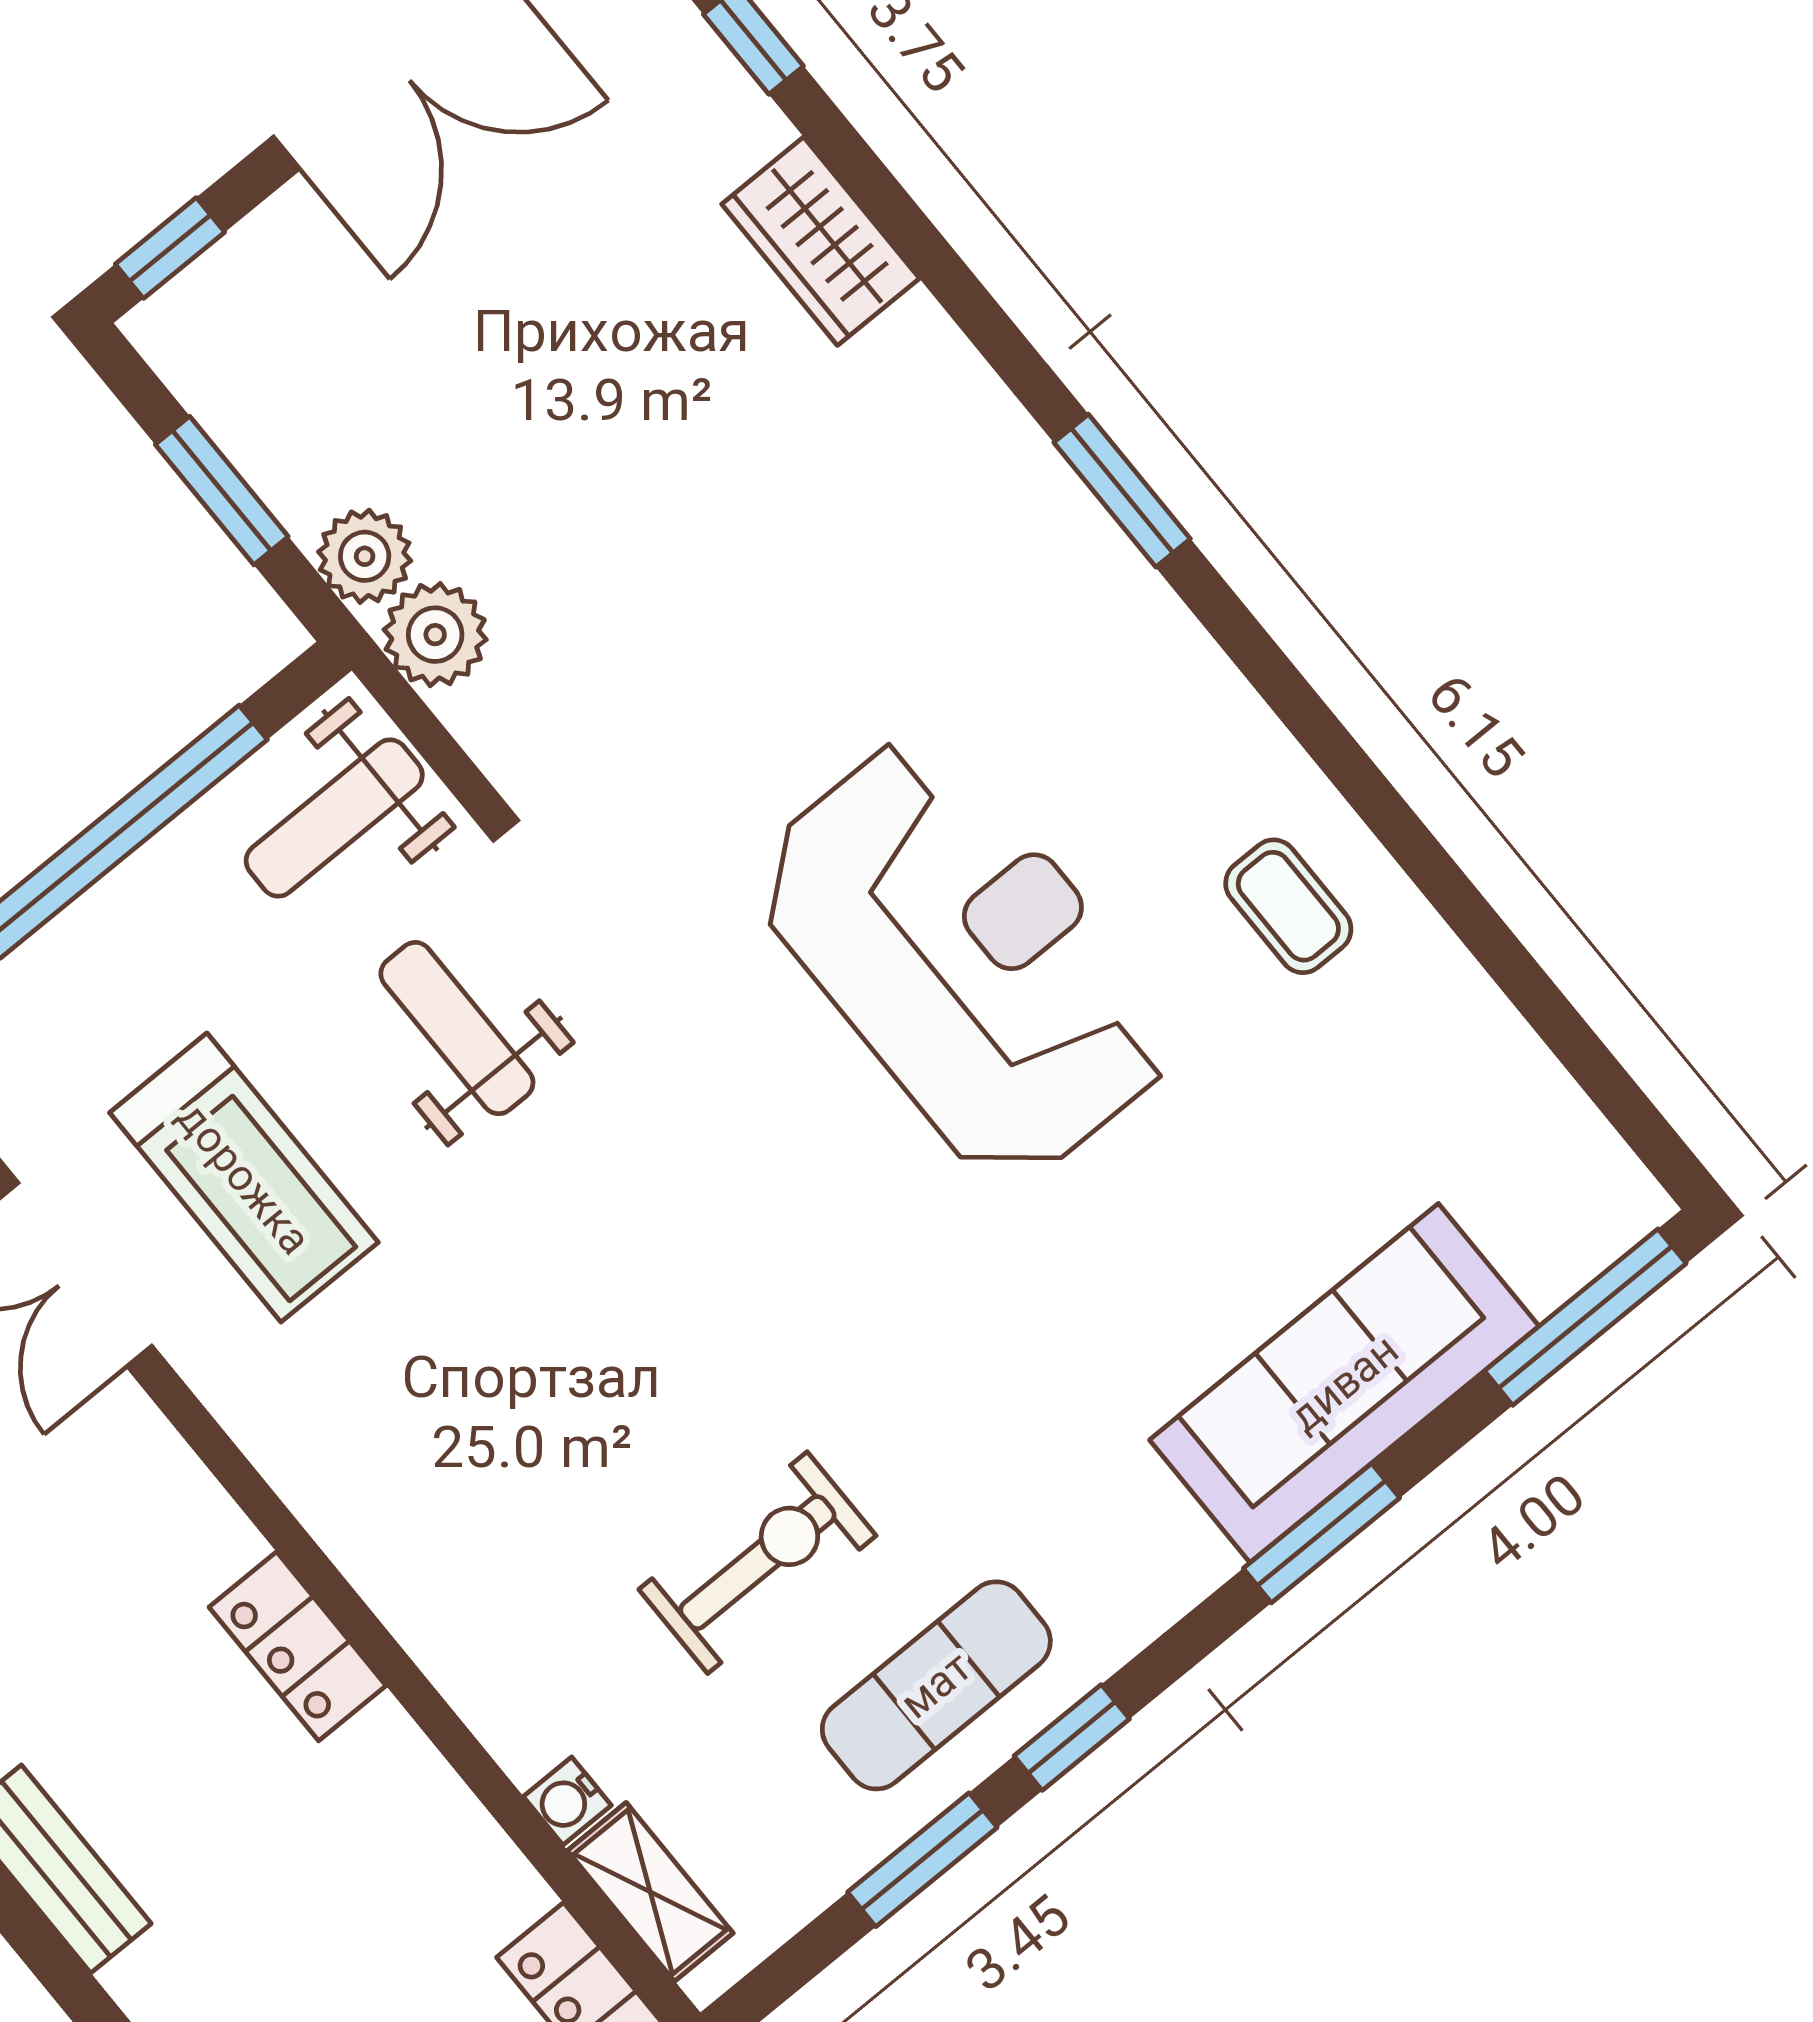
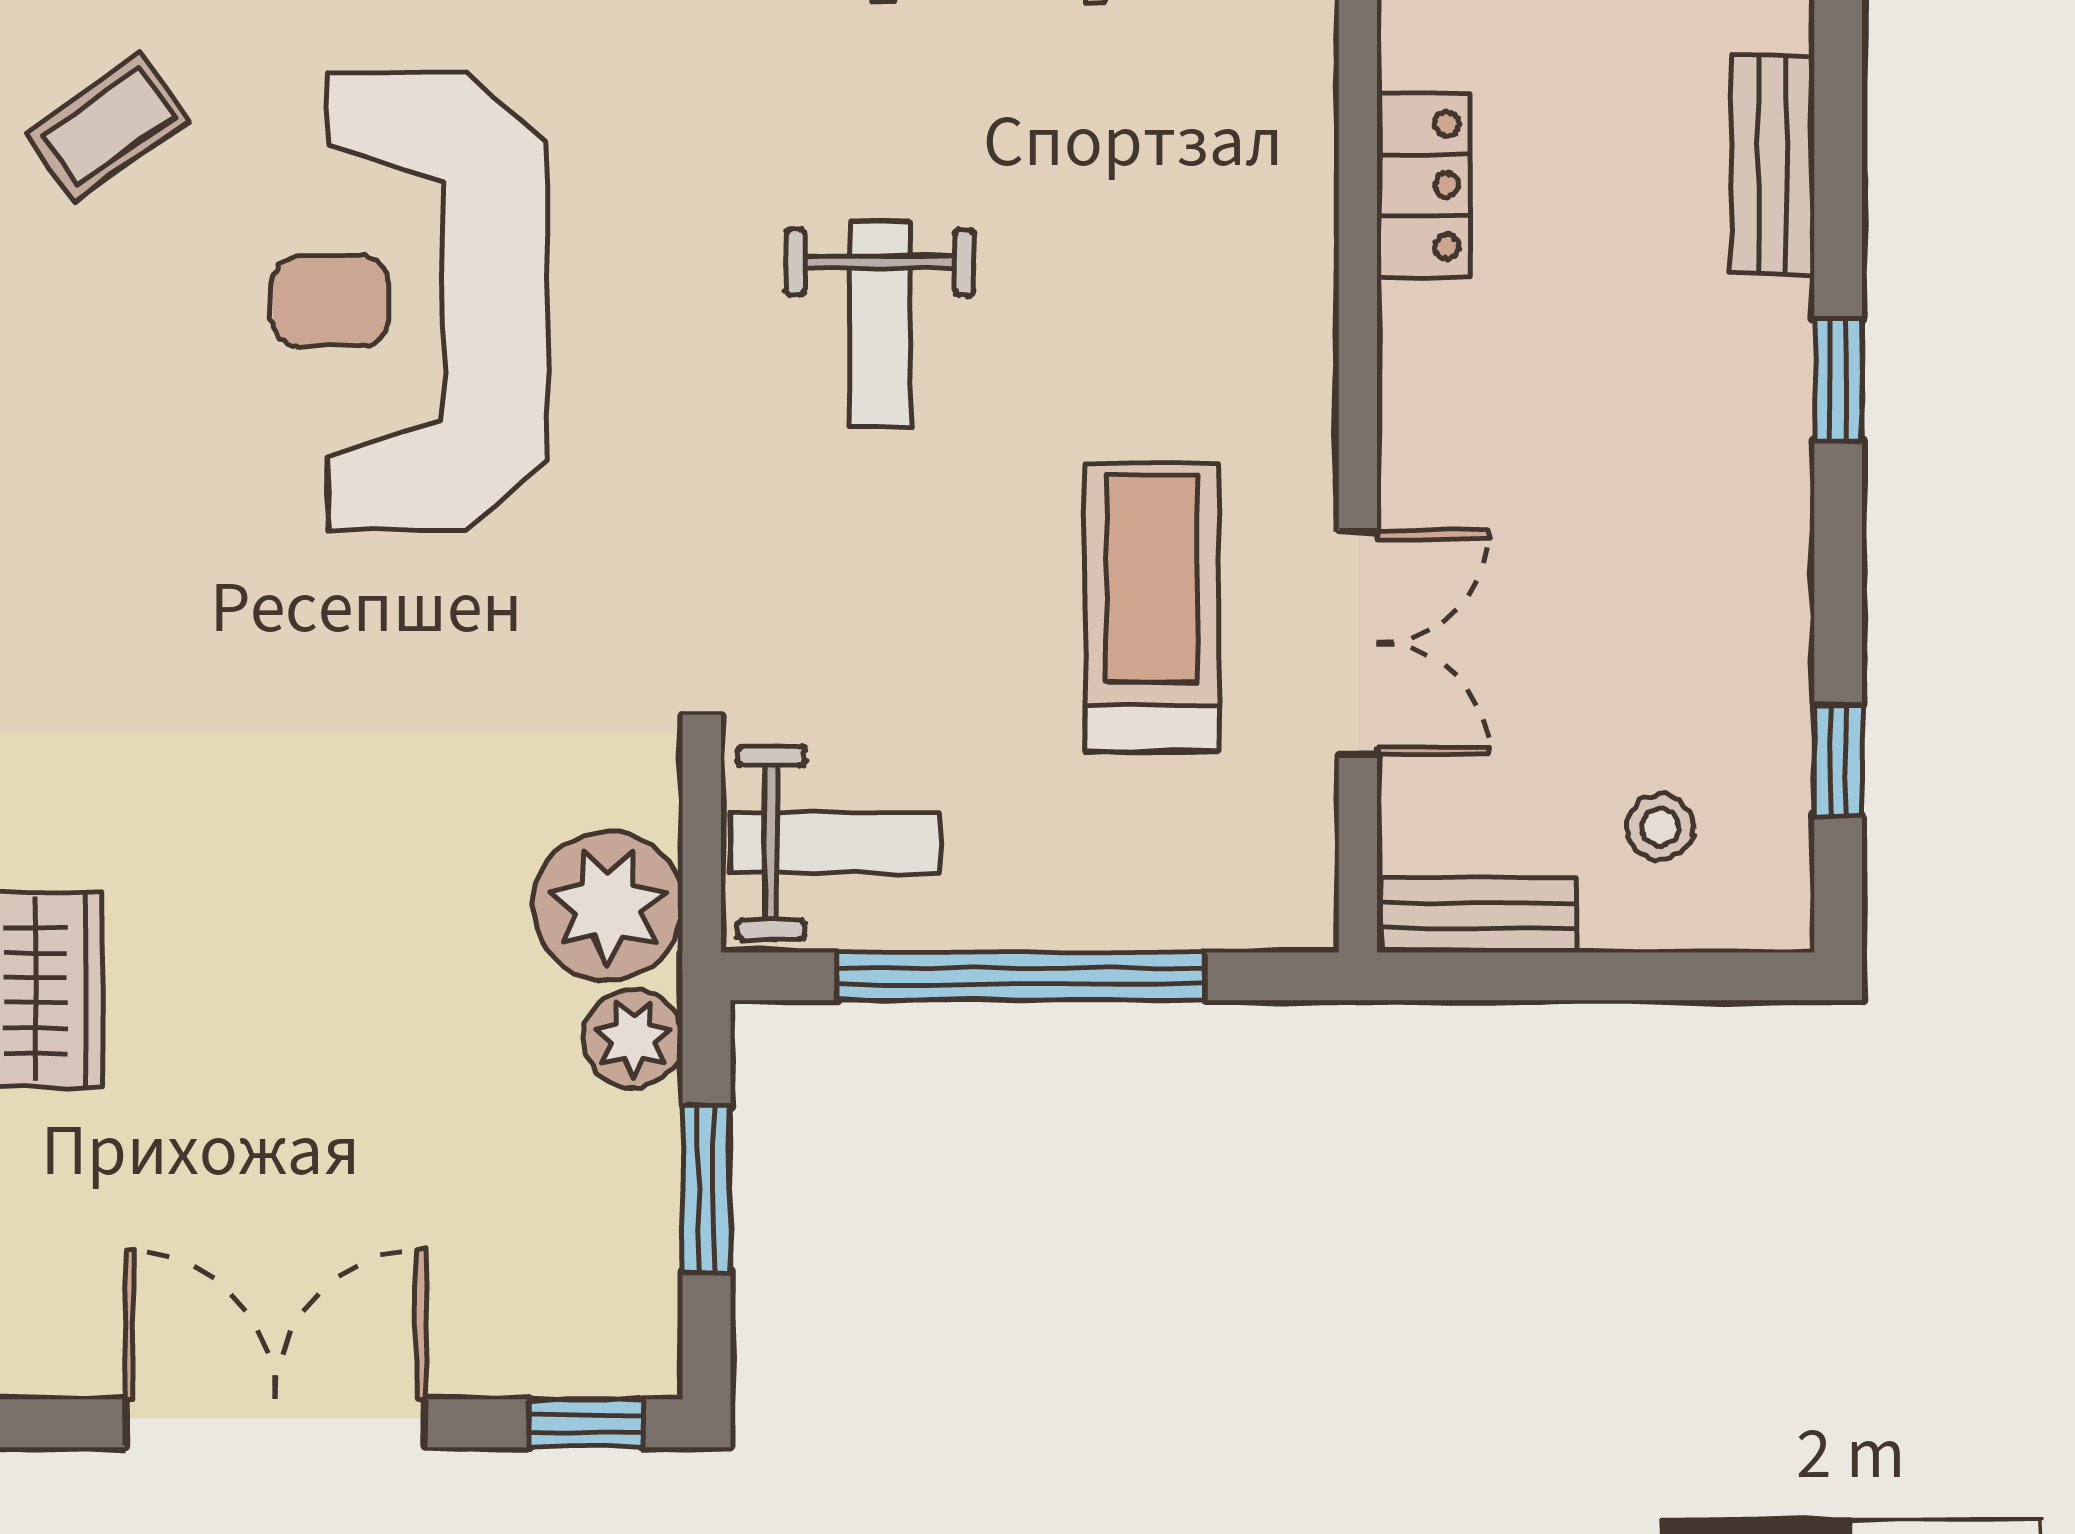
plant: (435, 635) -> (608, 906), width x1.36, depth x1.36
coffee table: (1288, 906) -> (108, 127), turned 55
weight bench: (457, 1028) -> (880, 324), moved

